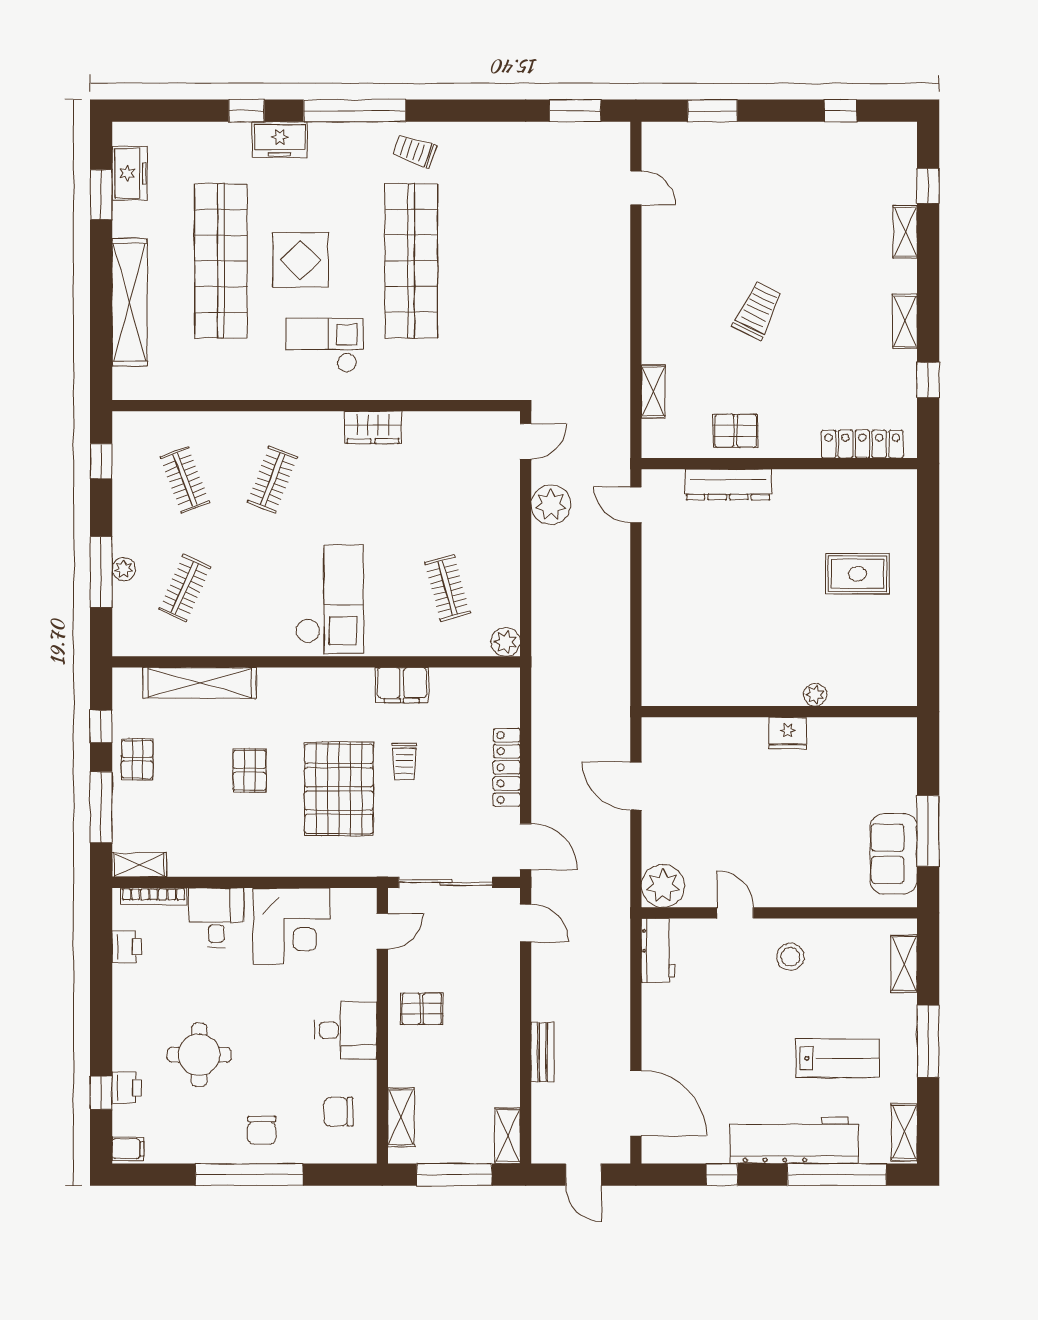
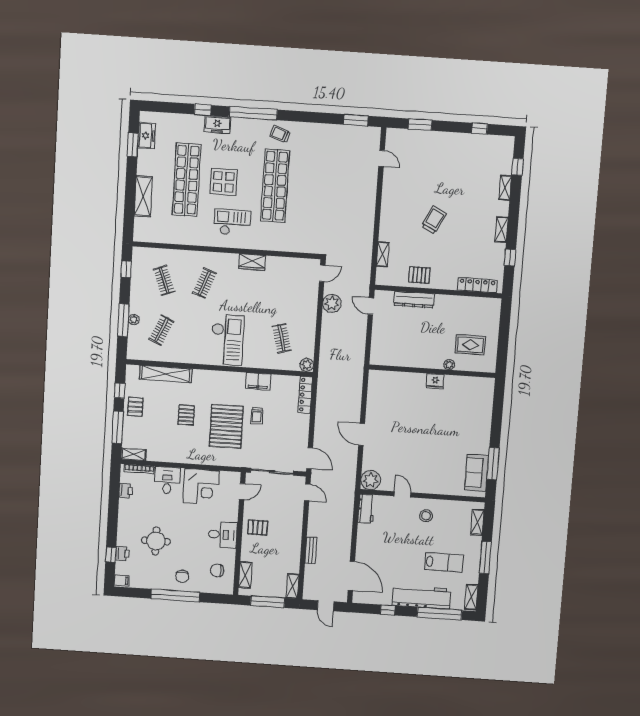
shelving: (130, 302) -> (143, 196), width x0.68
plant: (815, 695) -> (449, 365), moved
wall: (779, 712) -> (432, 371), moved
fridge: (788, 733) -> (435, 381), moved
locker: (507, 767) -> (305, 395), moved

